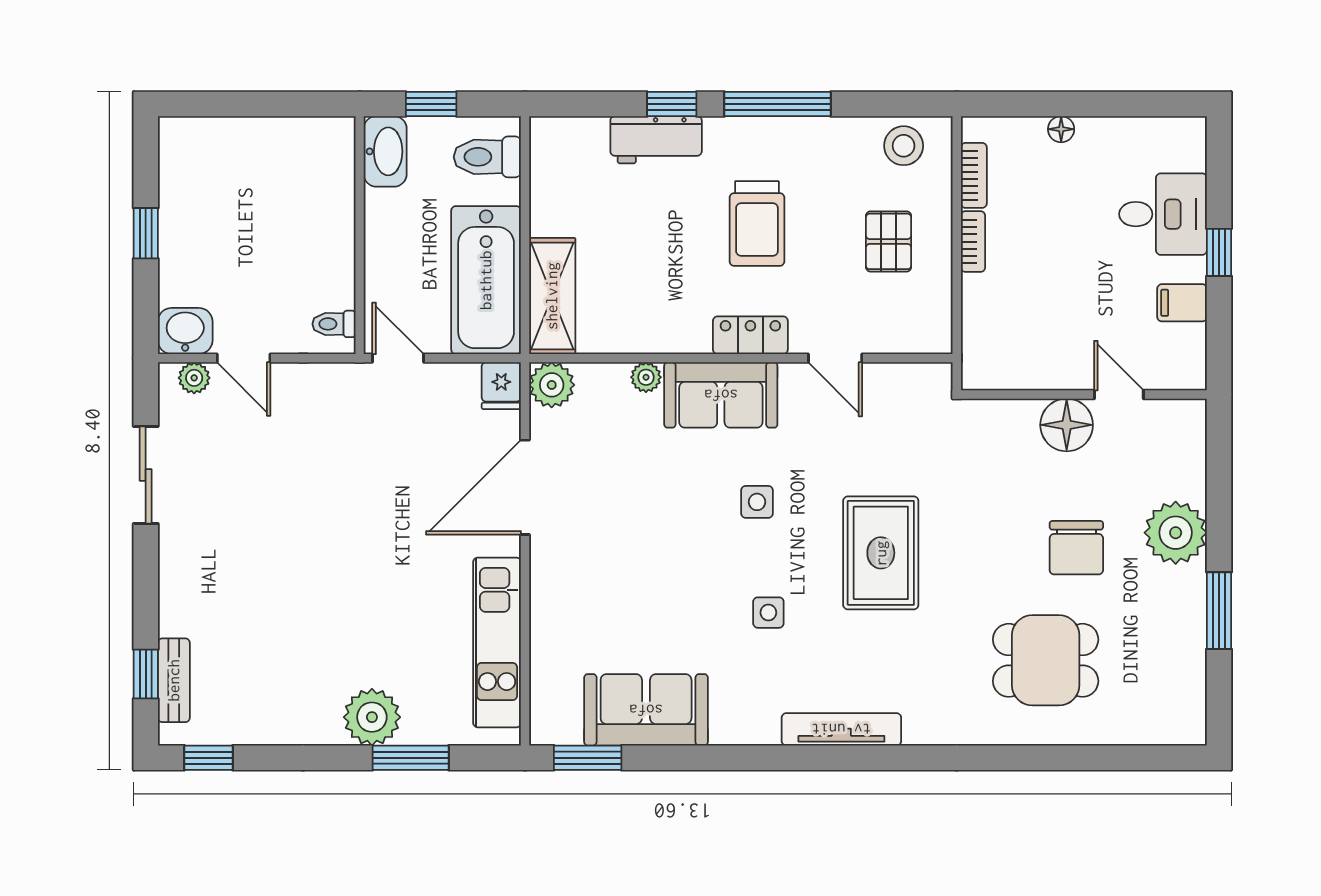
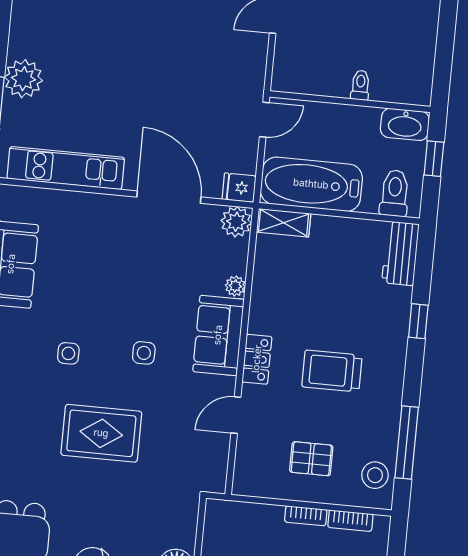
window: (778, 104) -> (407, 442), moved
workbench: (656, 140) -> (400, 253), moved
shelving: (552, 296) -> (284, 223), width x0.67, depth x0.75
toilet: (334, 324) -> (360, 85), moved

